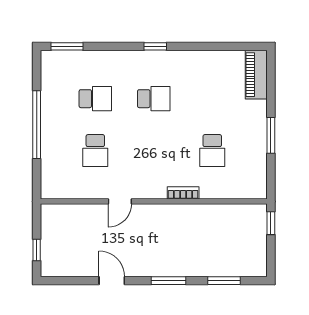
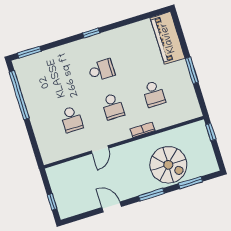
piano: (256, 75) -> (168, 38), width x1.37, depth x1.33
school desk: (95, 99) -> (113, 107), moved, turned 90
window: (37, 125) -> (19, 95), moved
spiral stairs: (202, 249) -> (168, 165), added

